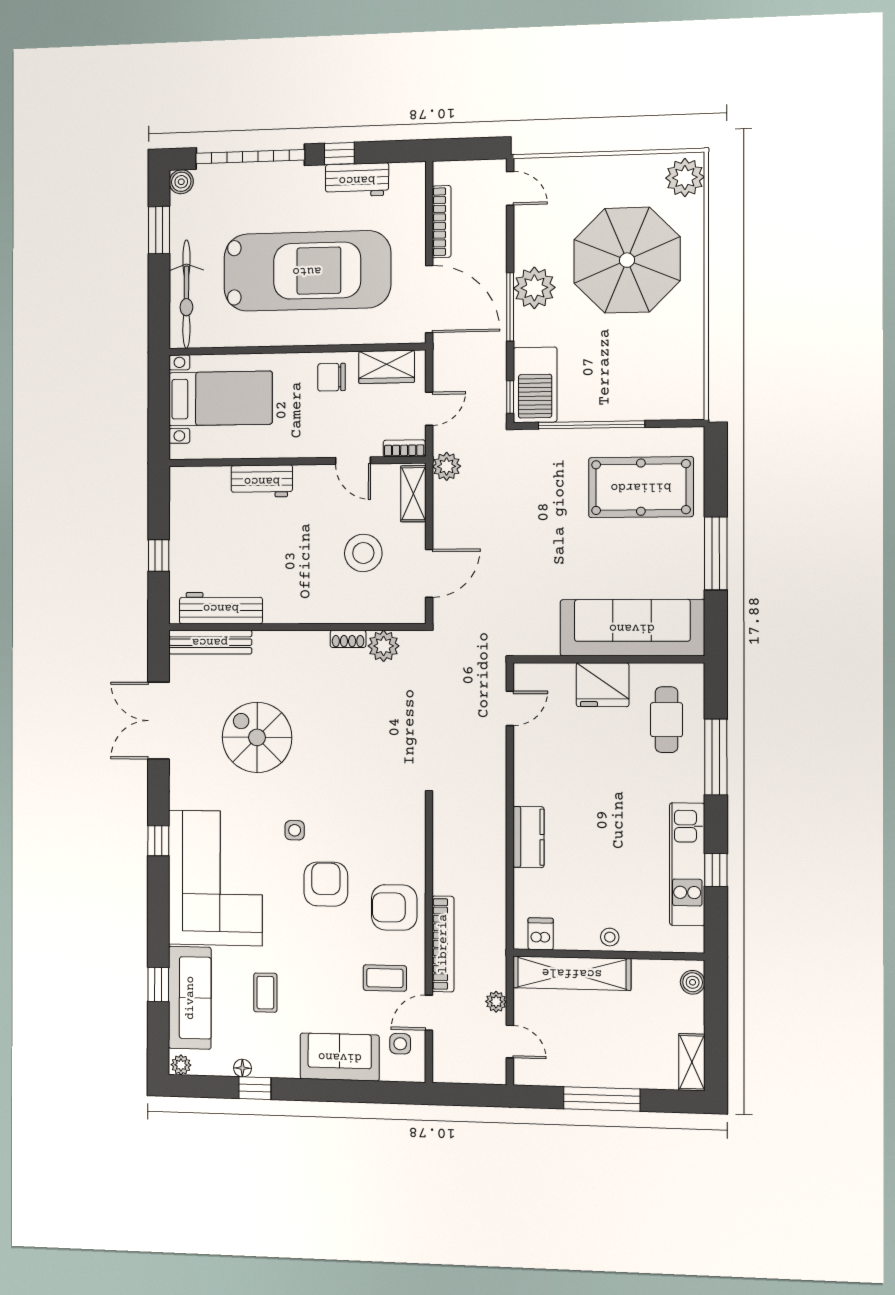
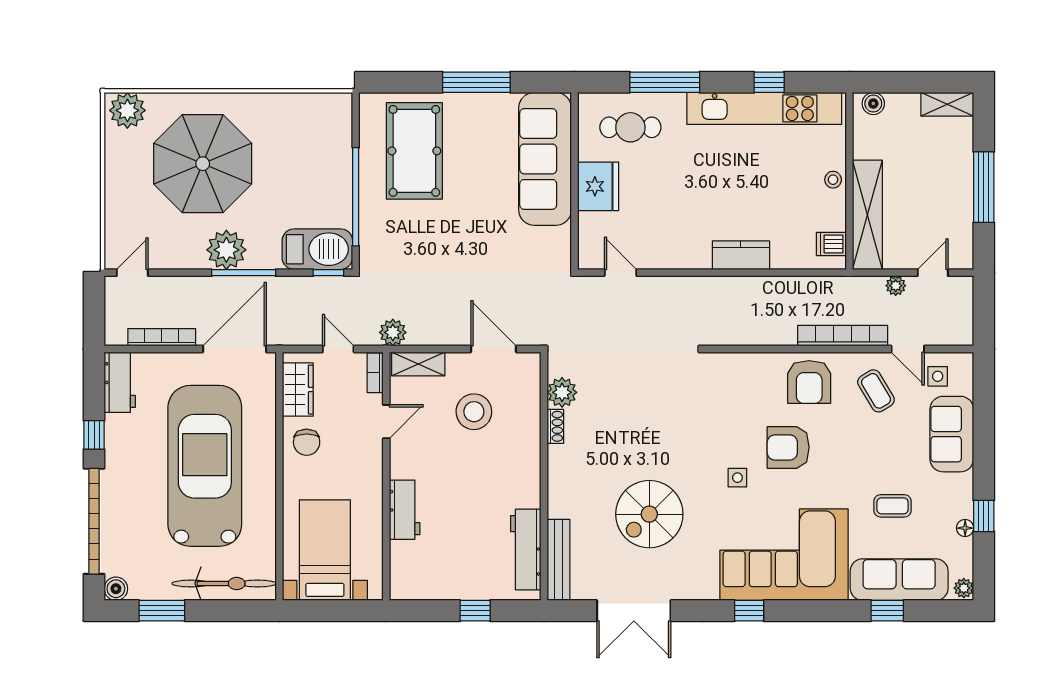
workbench: (357, 180) -> (120, 382), moved
kitchen unit: (687, 864) -> (764, 108), width x1.36
coffee table: (385, 978) -> (876, 391), turned -31

